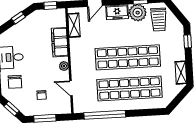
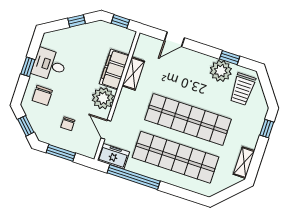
freezer: (117, 12) -> (113, 156), moved, turned 180
shelving: (74, 25) -> (133, 74), moved
plant: (64, 66) -> (103, 98), width x1.88, depth x1.88

